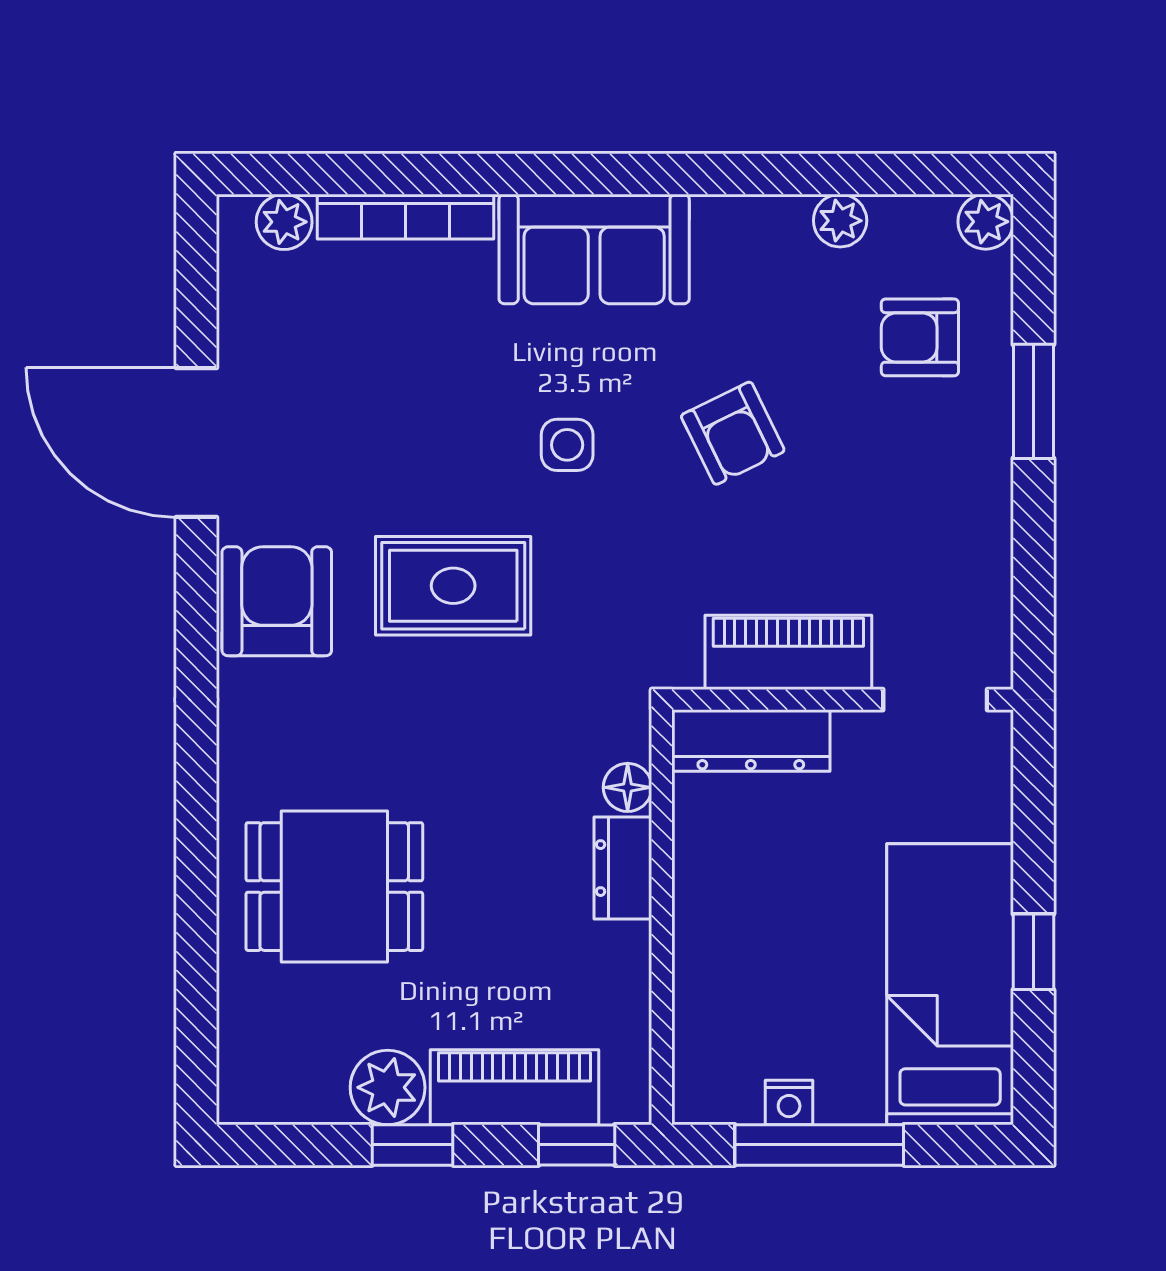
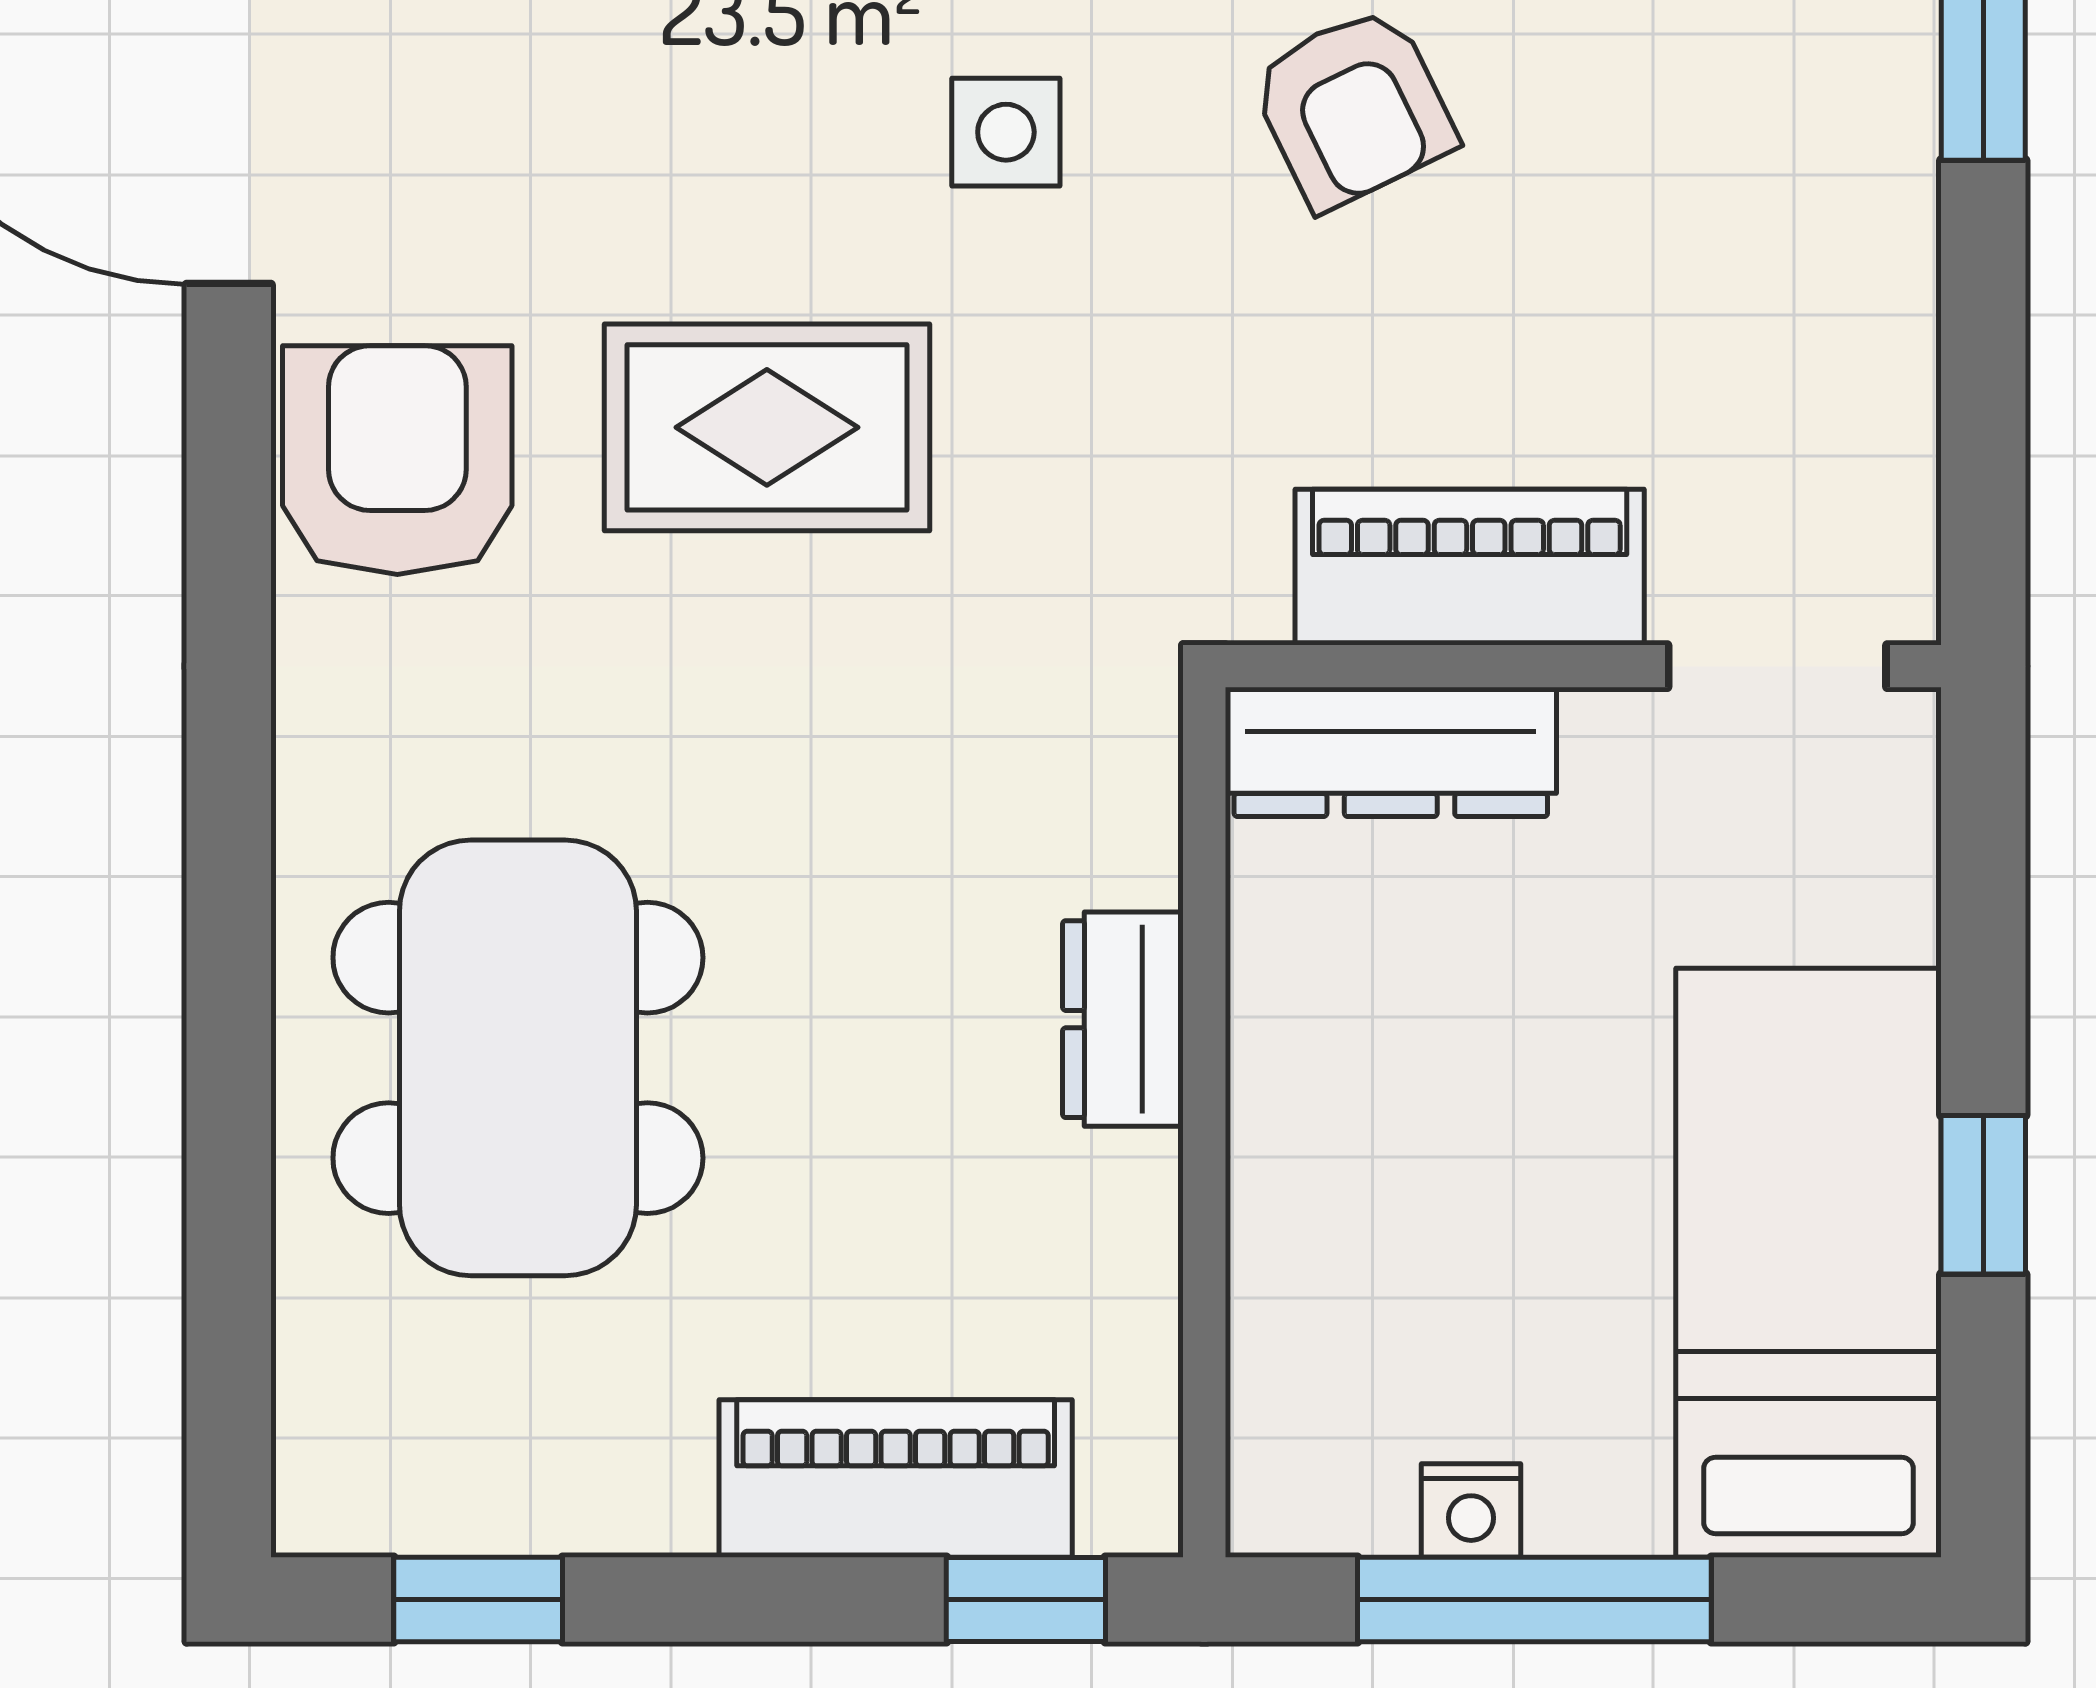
floor lamp: (628, 787) -> (1133, 850), removed
dining table: (334, 887) -> (518, 1058), width x1.38
plant: (388, 1087) -> (630, 1479), removed
window: (413, 1145) -> (478, 1599), moved

